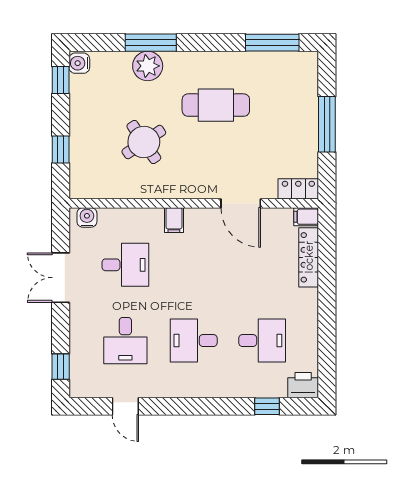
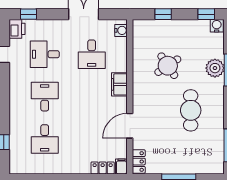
filing cabinet: (174, 220) -> (119, 84), width x2.00
locker: (309, 257) -> (103, 168), width x0.66
printer: (303, 385) -> (17, 29), moved

